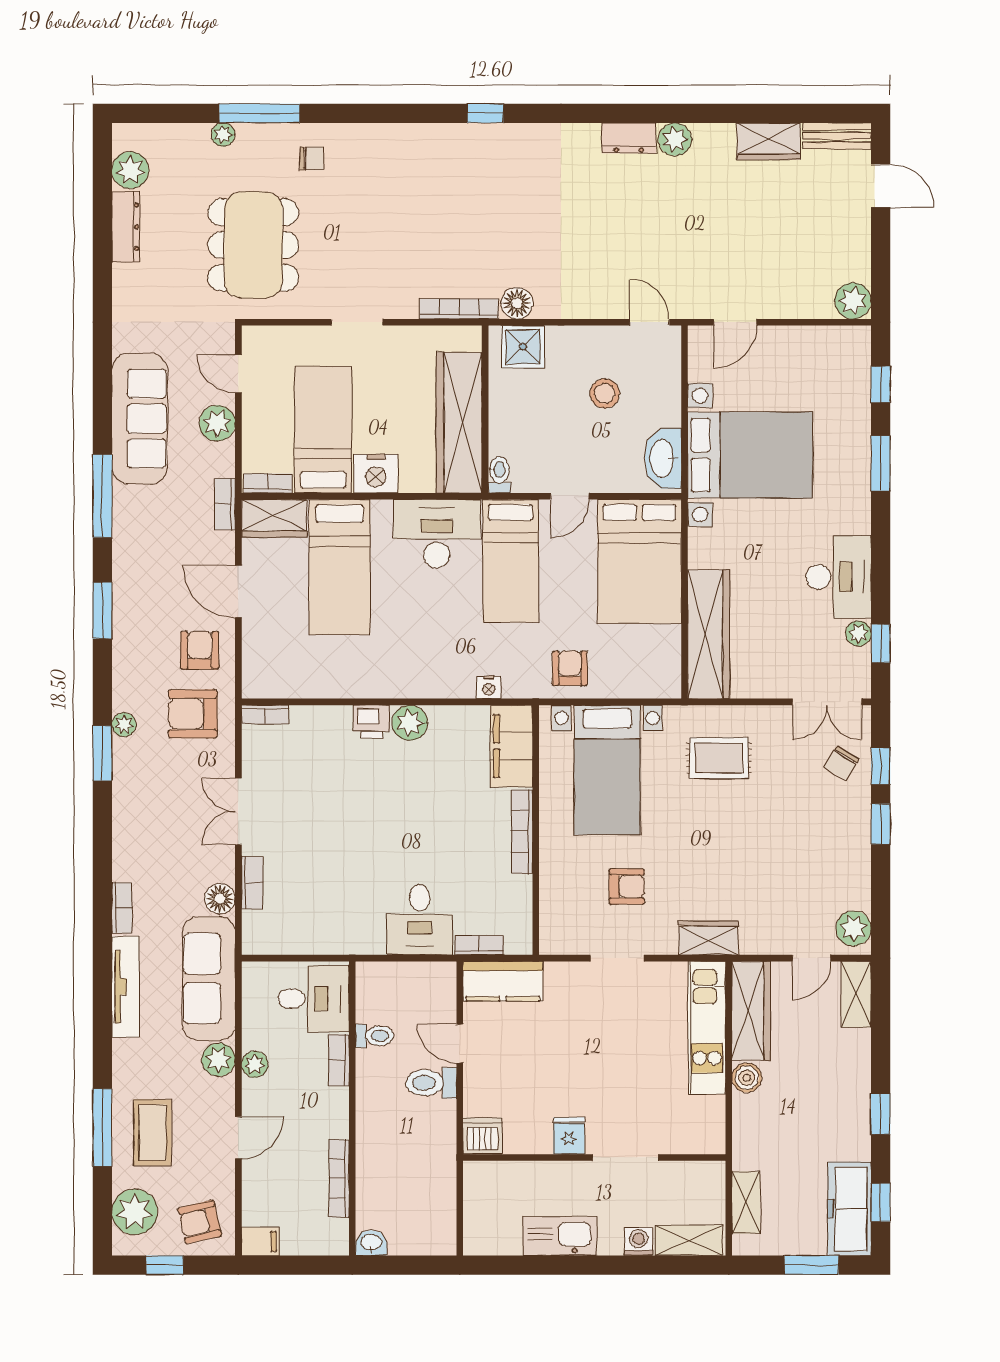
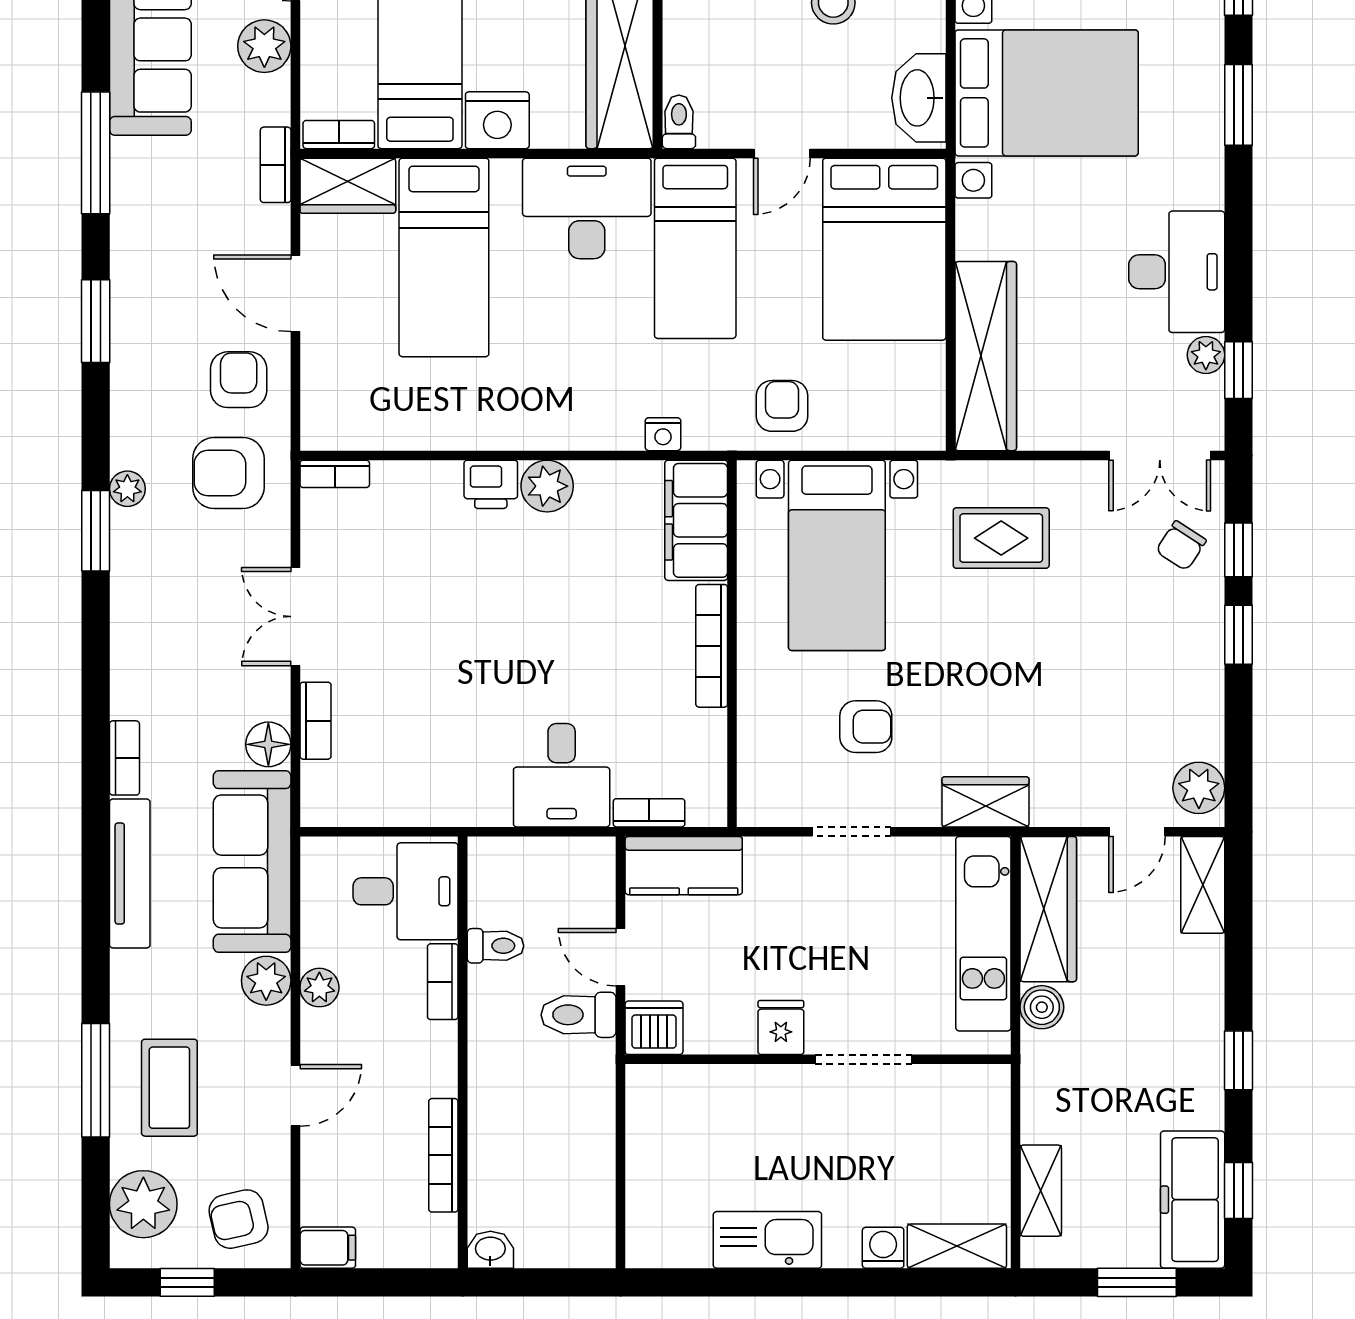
dishwasher: (483, 1136) -> (654, 1028), moved
fridge: (569, 1136) -> (781, 1027), moved
wall: (594, 1157) -> (818, 1059), moved
doorway: (625, 1157) -> (864, 1059), moved

